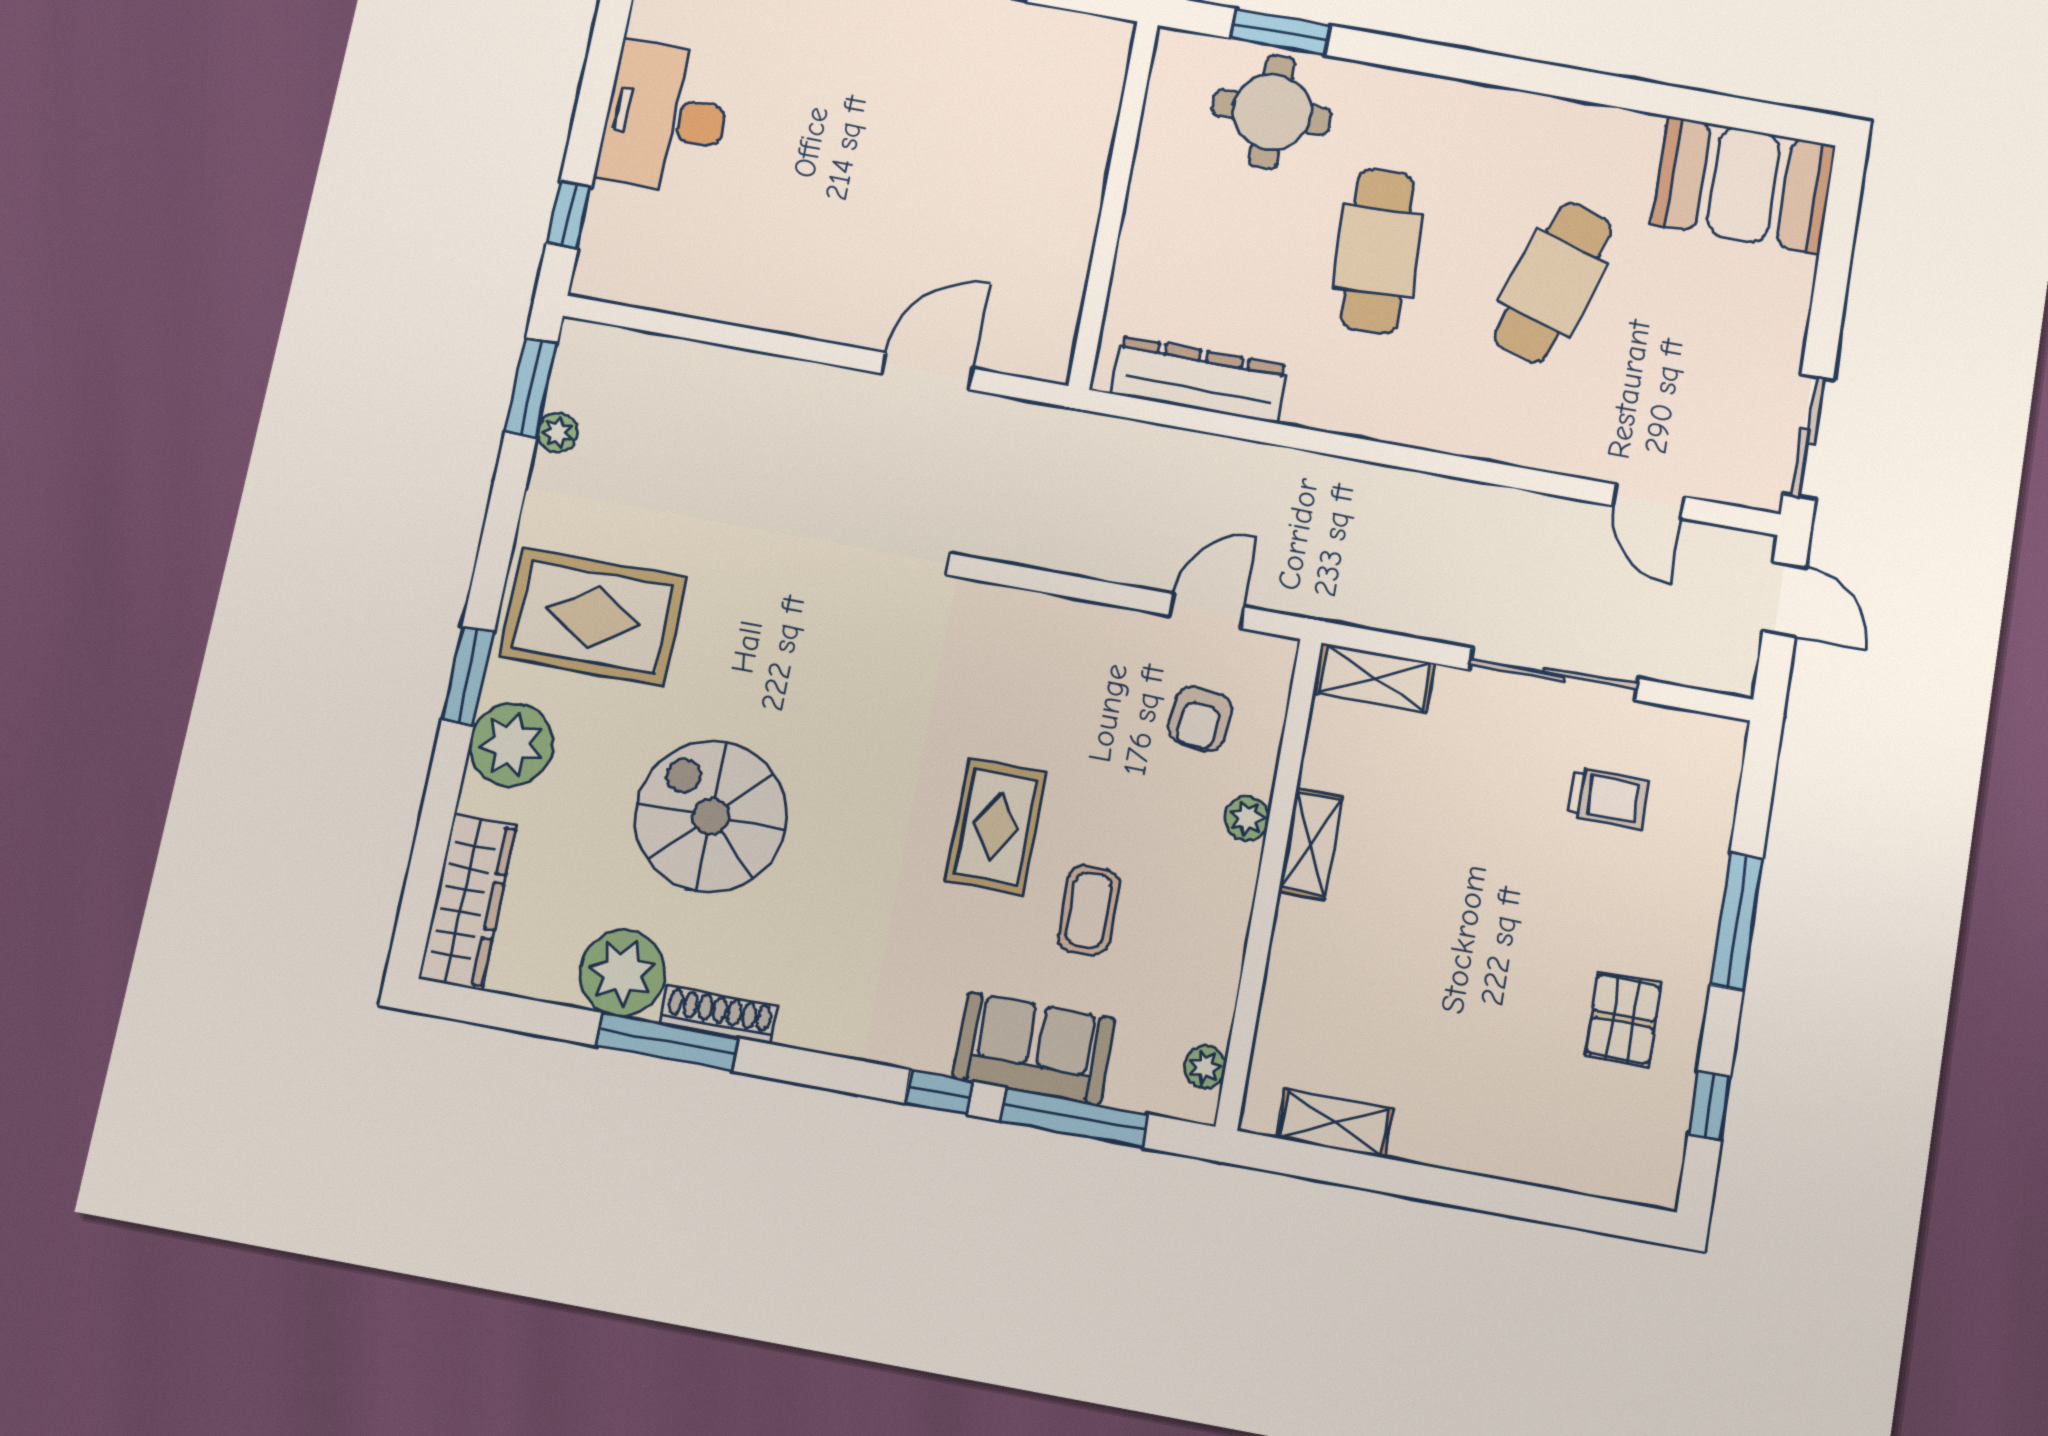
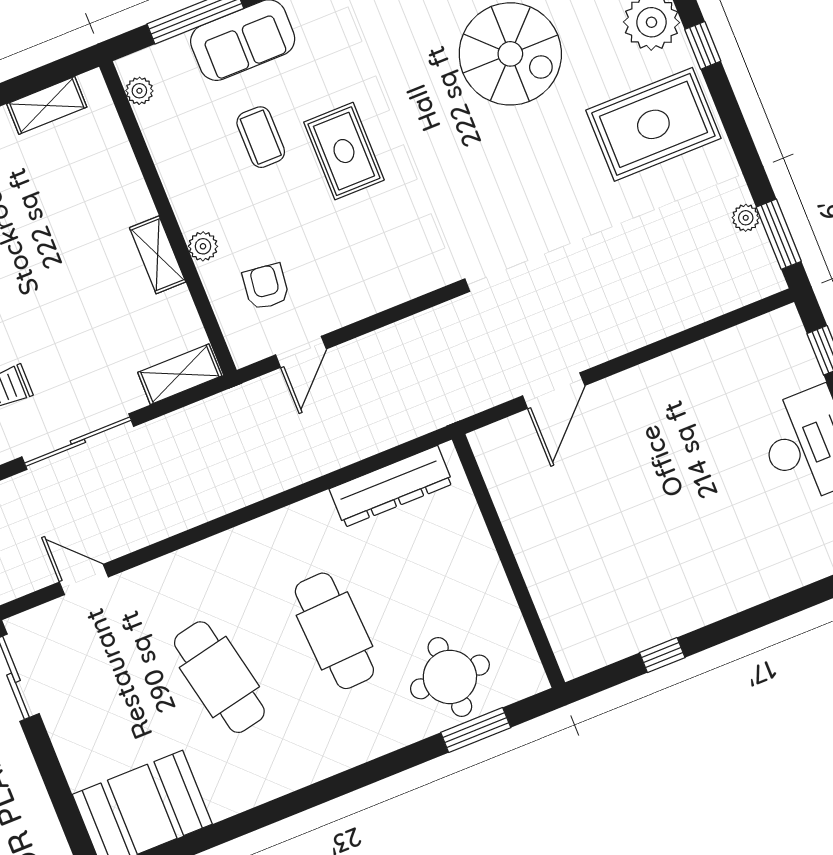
cafe table: (1553, 282) -> (219, 677), turned -30
window: (468, 676) -> (703, 45), width x0.67

